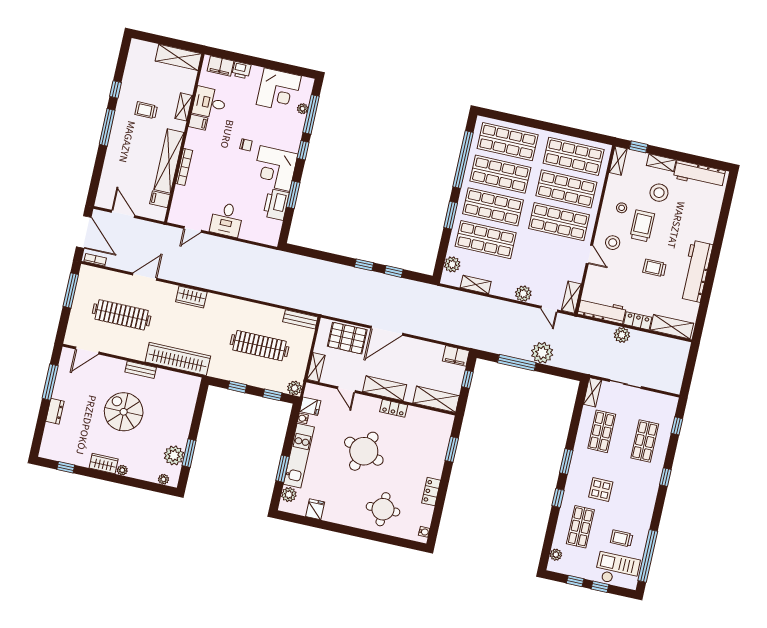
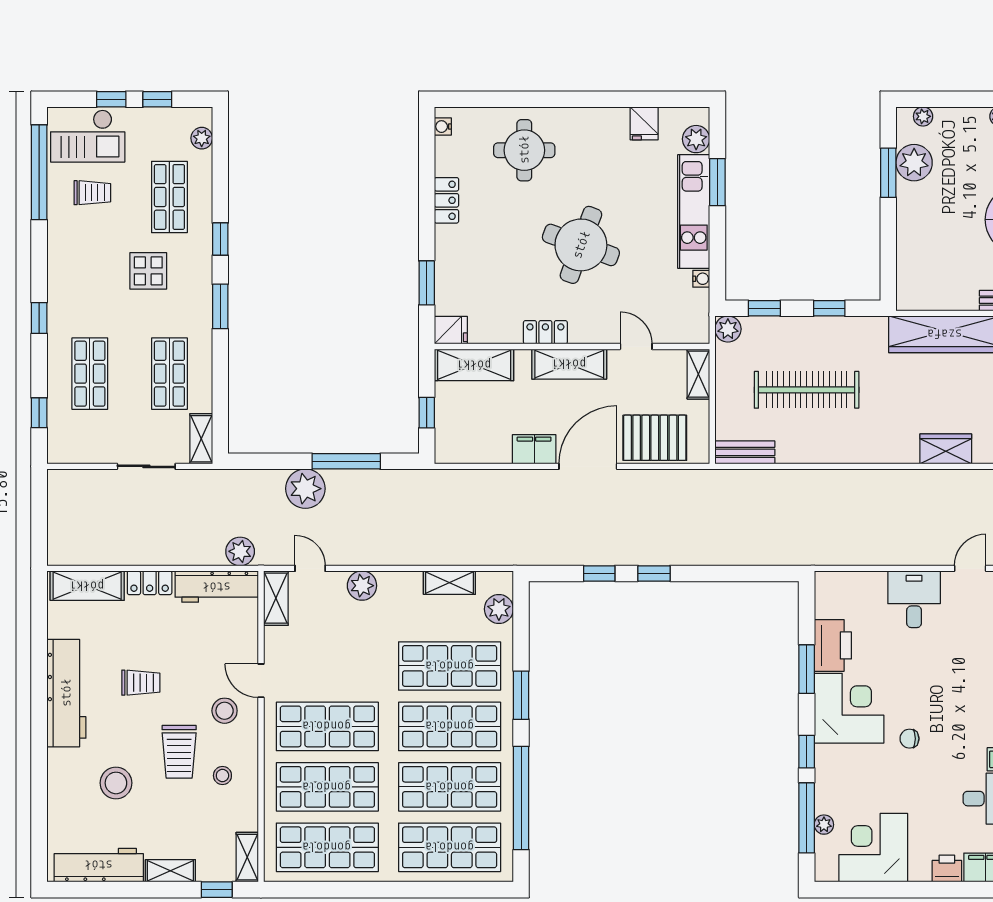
stool: (659, 193) -> (116, 783), moved
plant: (622, 335) -> (240, 551), moved
filing cabinet: (456, 356) -> (534, 449), moved
fridge: (310, 406) -> (451, 330), moved, turned 180

